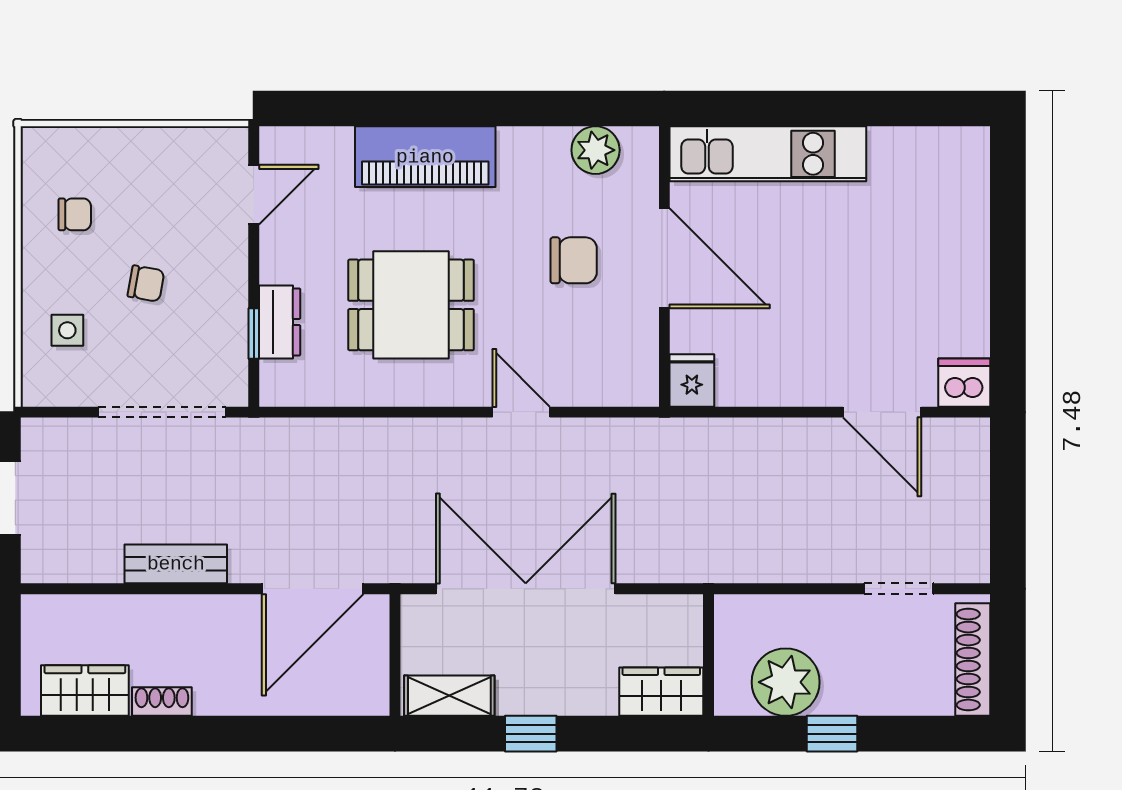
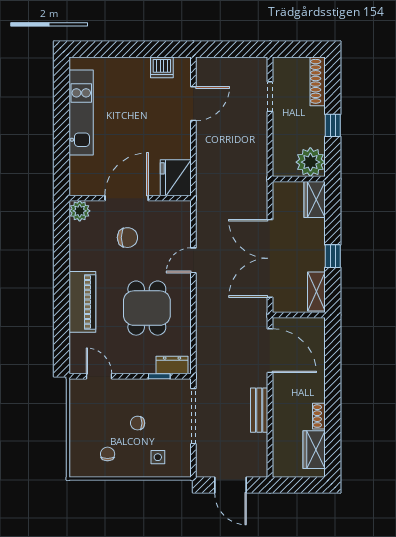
plant: (596, 150) -> (80, 211), moved
kitchen unit: (768, 154) -> (81, 112), moved
chair: (574, 260) -> (127, 238), turned 90
chair: (146, 284) -> (138, 423), turned -100
dresser: (280, 322) -> (172, 365), moved
fridge: (692, 380) -> (176, 178), width x1.88, depth x1.34
dishwasher: (964, 383) -> (162, 67), moved, turned -90
shoe rack: (973, 660) -> (318, 81), moved, turned 90
plant: (786, 682) -> (310, 162), moved

